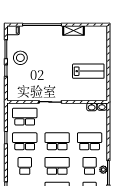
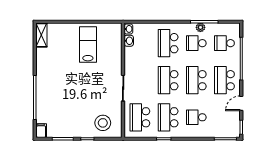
shelving: (74, 30) -> (41, 35), moved
stool: (20, 58) -> (103, 123), moved

